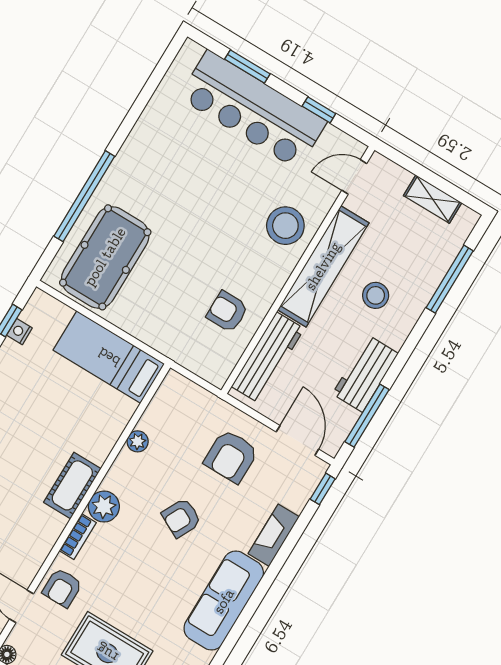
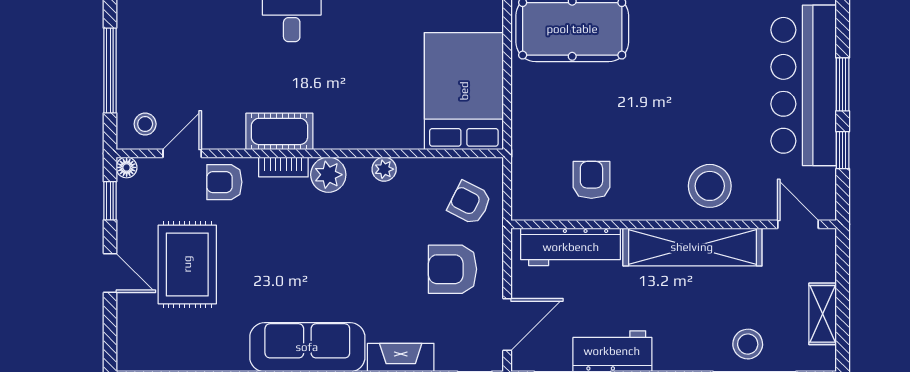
window: (247, 66) -> (843, 84), moved
stool: (376, 295) -> (748, 344), moved
bed: (109, 357) -> (464, 91), width x1.50
plant: (138, 441) -> (384, 169), moved
cot: (72, 485) -> (279, 131), moved
armchair: (181, 518) -> (470, 203), moved

